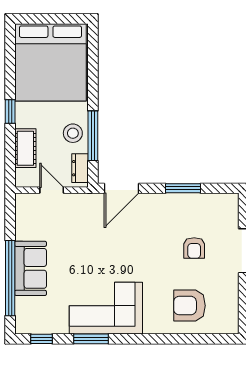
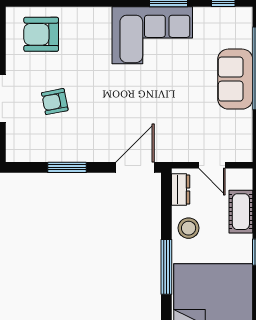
window: (93, 136) -> (166, 267), moved
armchair: (194, 248) -> (55, 102), turned -101
armchair: (189, 306) -> (41, 34), moved, turned 180

